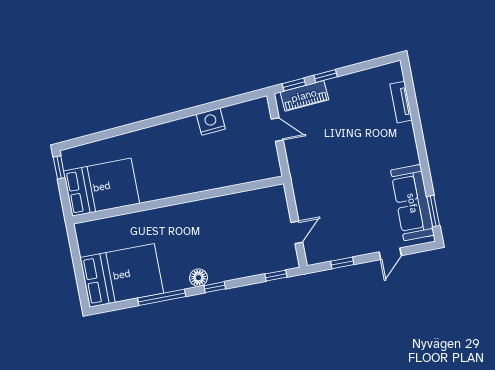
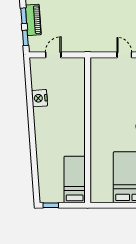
piano: (304, 96) -> (33, 20), moved
bed: (102, 187) -> (75, 179), width x0.67

